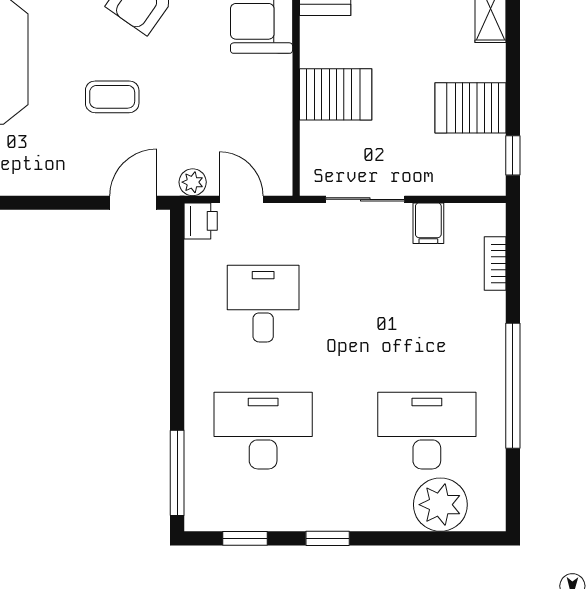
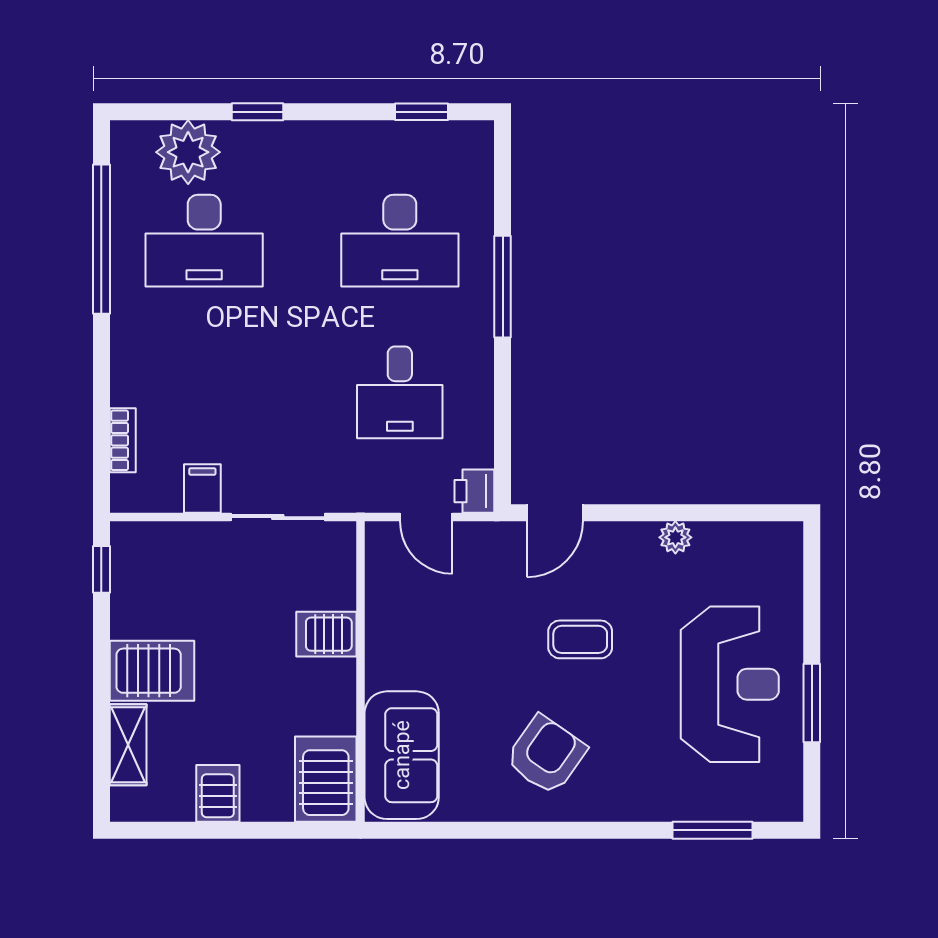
server rack: (336, 94) -> (326, 634), width x0.73, depth x0.70
server rack: (471, 108) -> (152, 671), moved
plant: (193, 182) -> (675, 537), moved
window: (513, 386) -> (101, 239), moved
window: (177, 473) -> (503, 287), moved
window: (328, 538) -> (257, 112), moved

